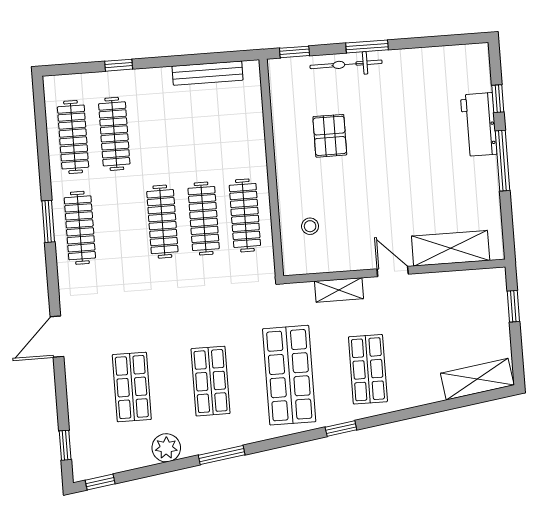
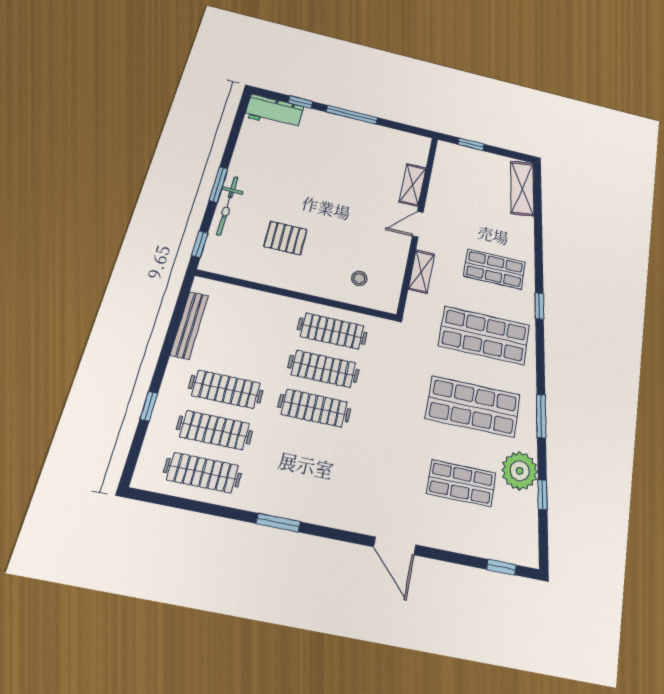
workbench: (479, 124) -> (274, 112), moved
clothes rail: (80, 228) -> (226, 389), moved
shelving: (451, 248) -> (413, 185), width x0.67, depth x0.75
shop shelf: (211, 381) -> (473, 407), width x1.43, depth x1.36
plant: (166, 448) -> (520, 471), width x1.36, depth x1.36
window: (100, 482) -> (542, 495), moved

